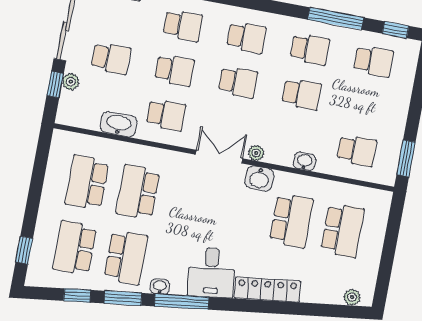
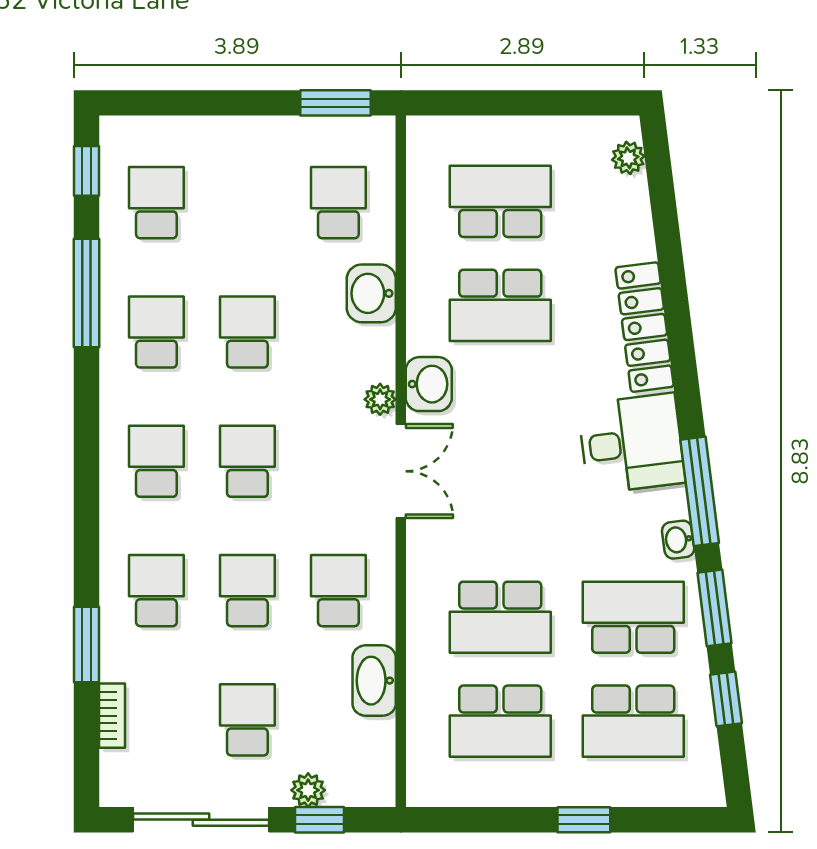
double door: (219, 157) -> (401, 471), swing flipped
washbasin: (304, 161) -> (371, 293), width x1.38, depth x1.45
school desk: (291, 221) -> (500, 305), turned 180
window: (24, 250) -> (584, 820), moved

